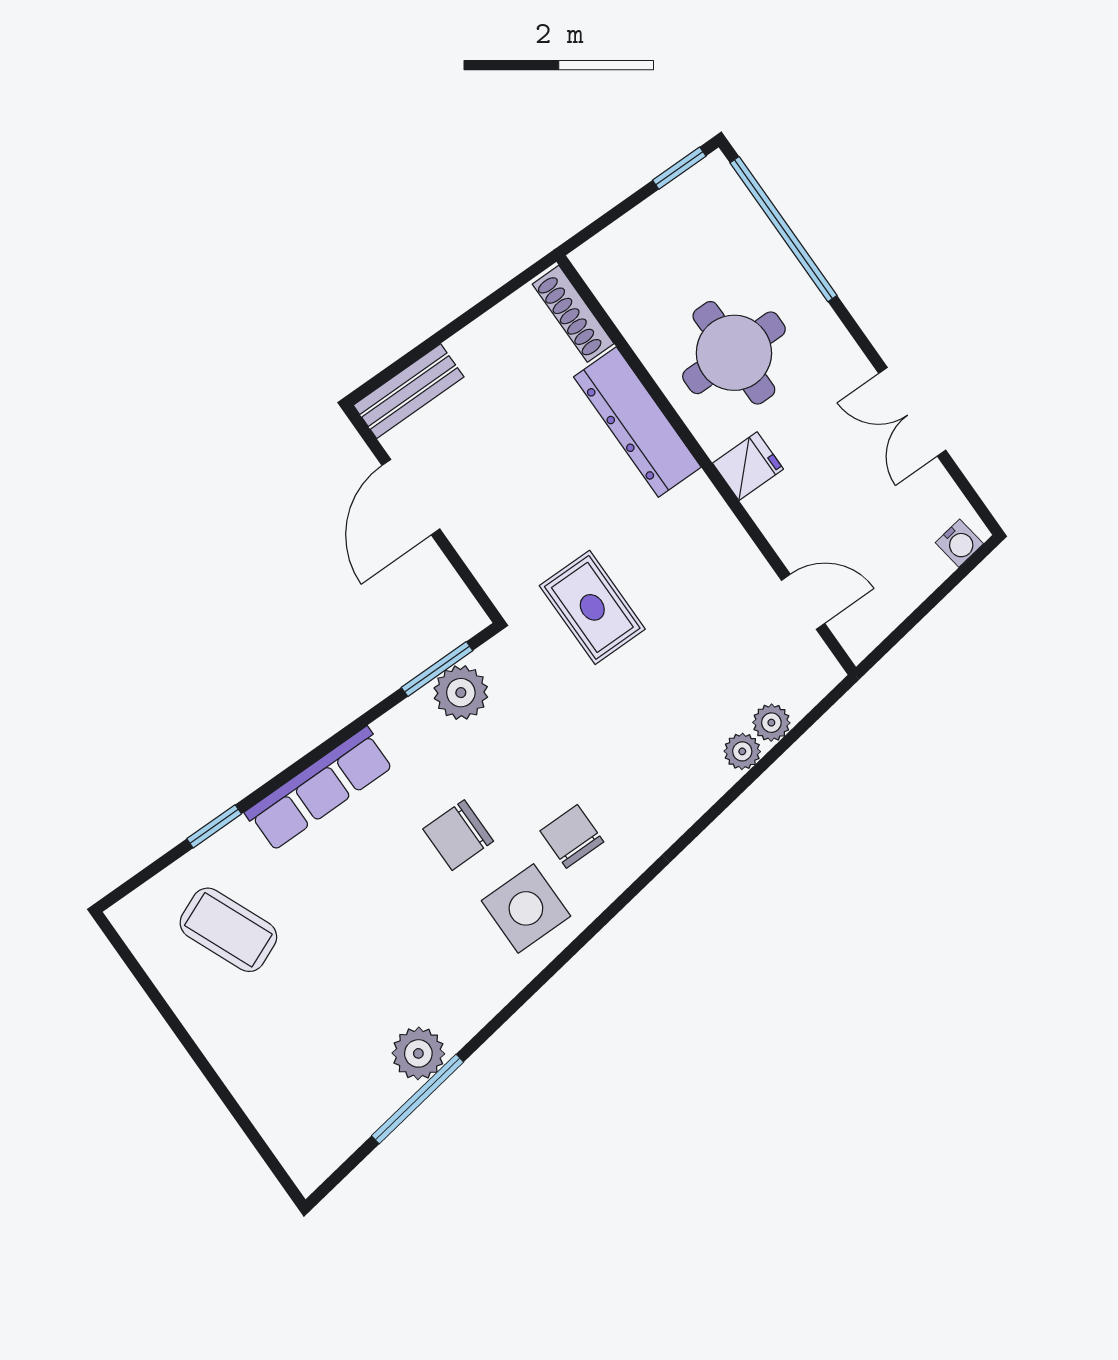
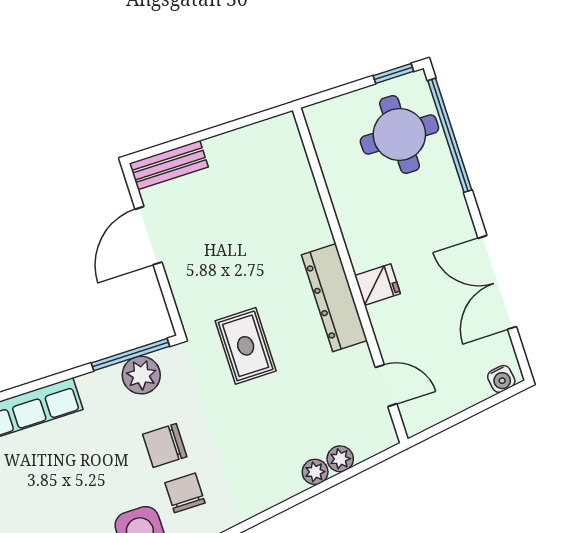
shoe rack: (573, 314) -> (293, 148), removed
round table: (734, 353) -> (399, 134), moved
double door: (912, 412) -> (497, 282), width x1.37
dresser: (637, 422) -> (334, 298), moved
window: (437, 669) -> (130, 355), width x1.44
chair: (458, 835) -> (165, 445), moved

